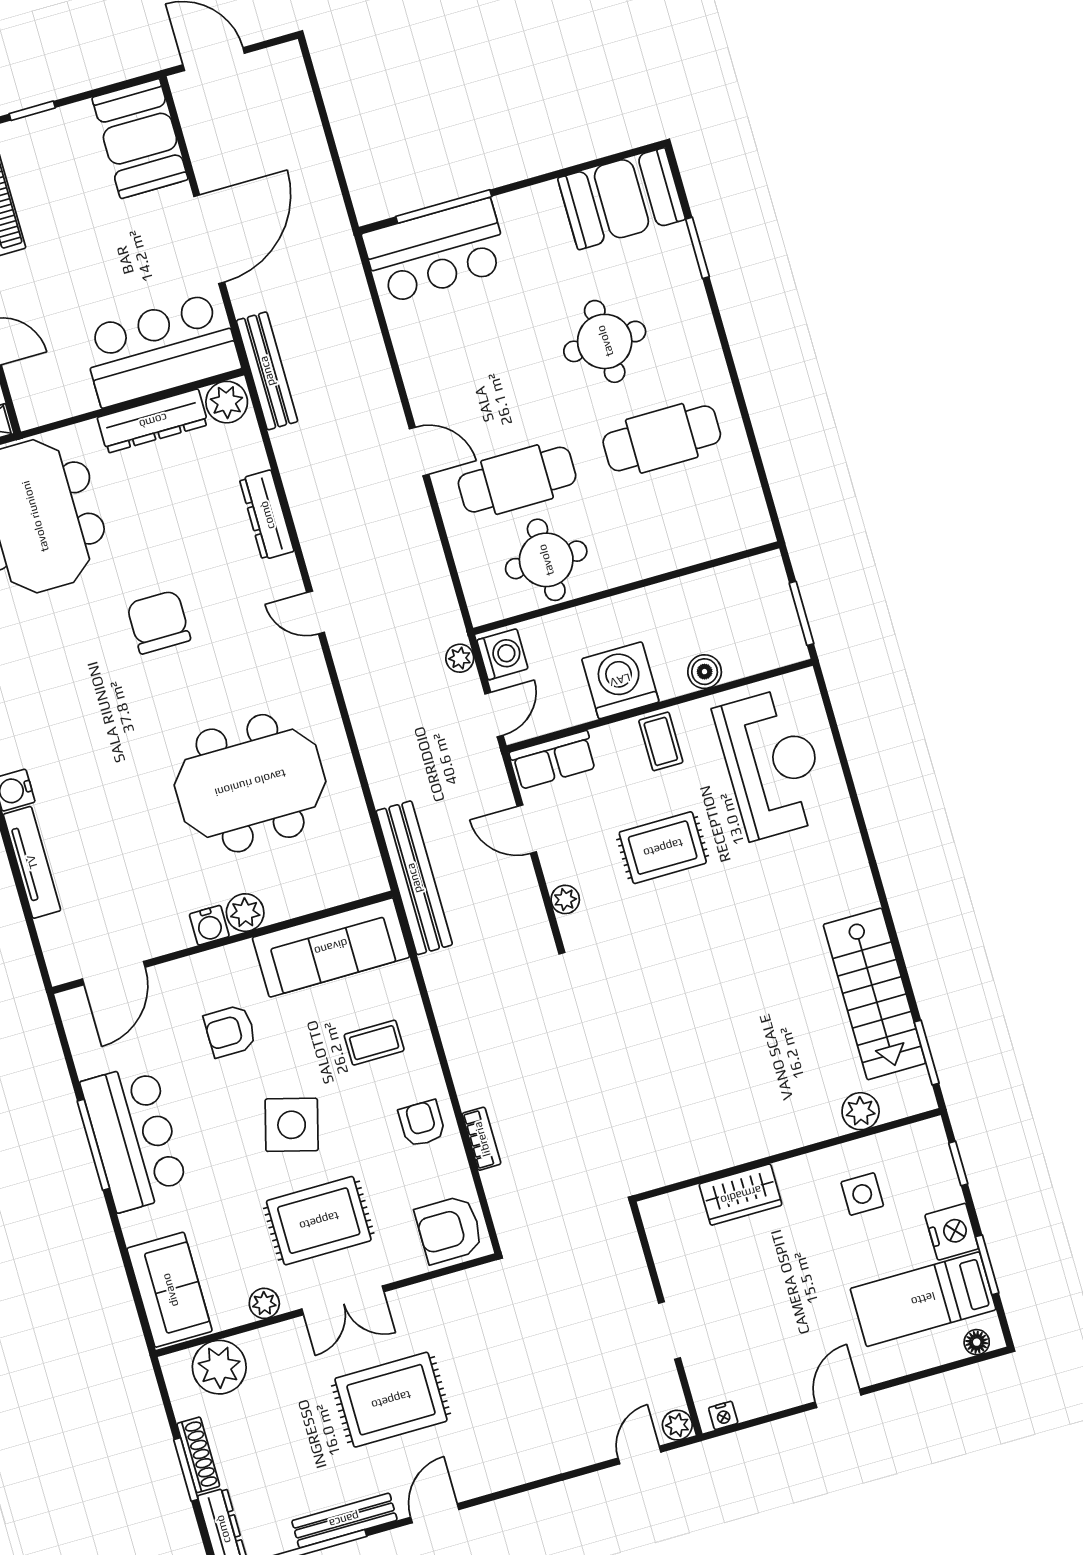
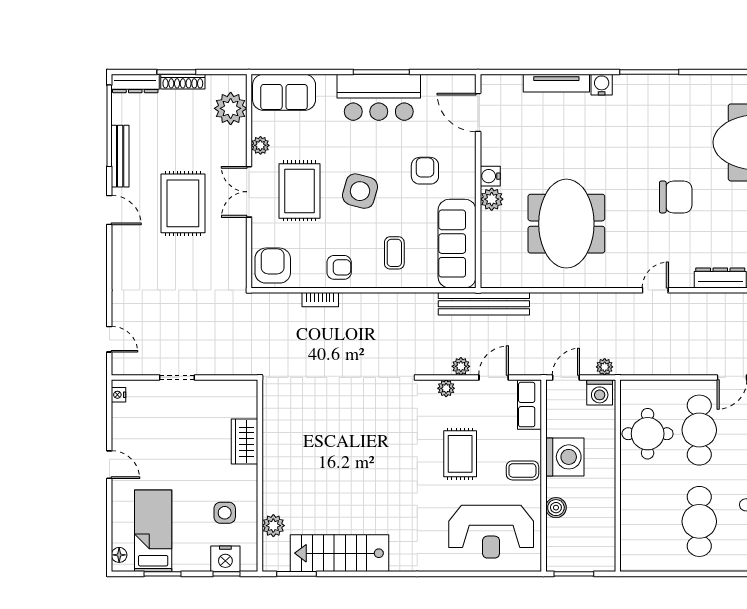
door: (494, 715) -> (566, 378), swing flipped
nightstand: (952, 1232) -> (225, 559), moved
plant: (677, 1425) -> (461, 366), moved

